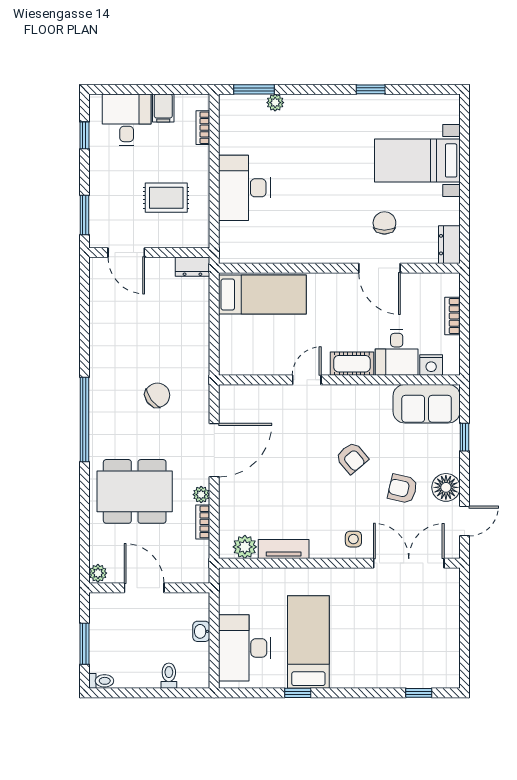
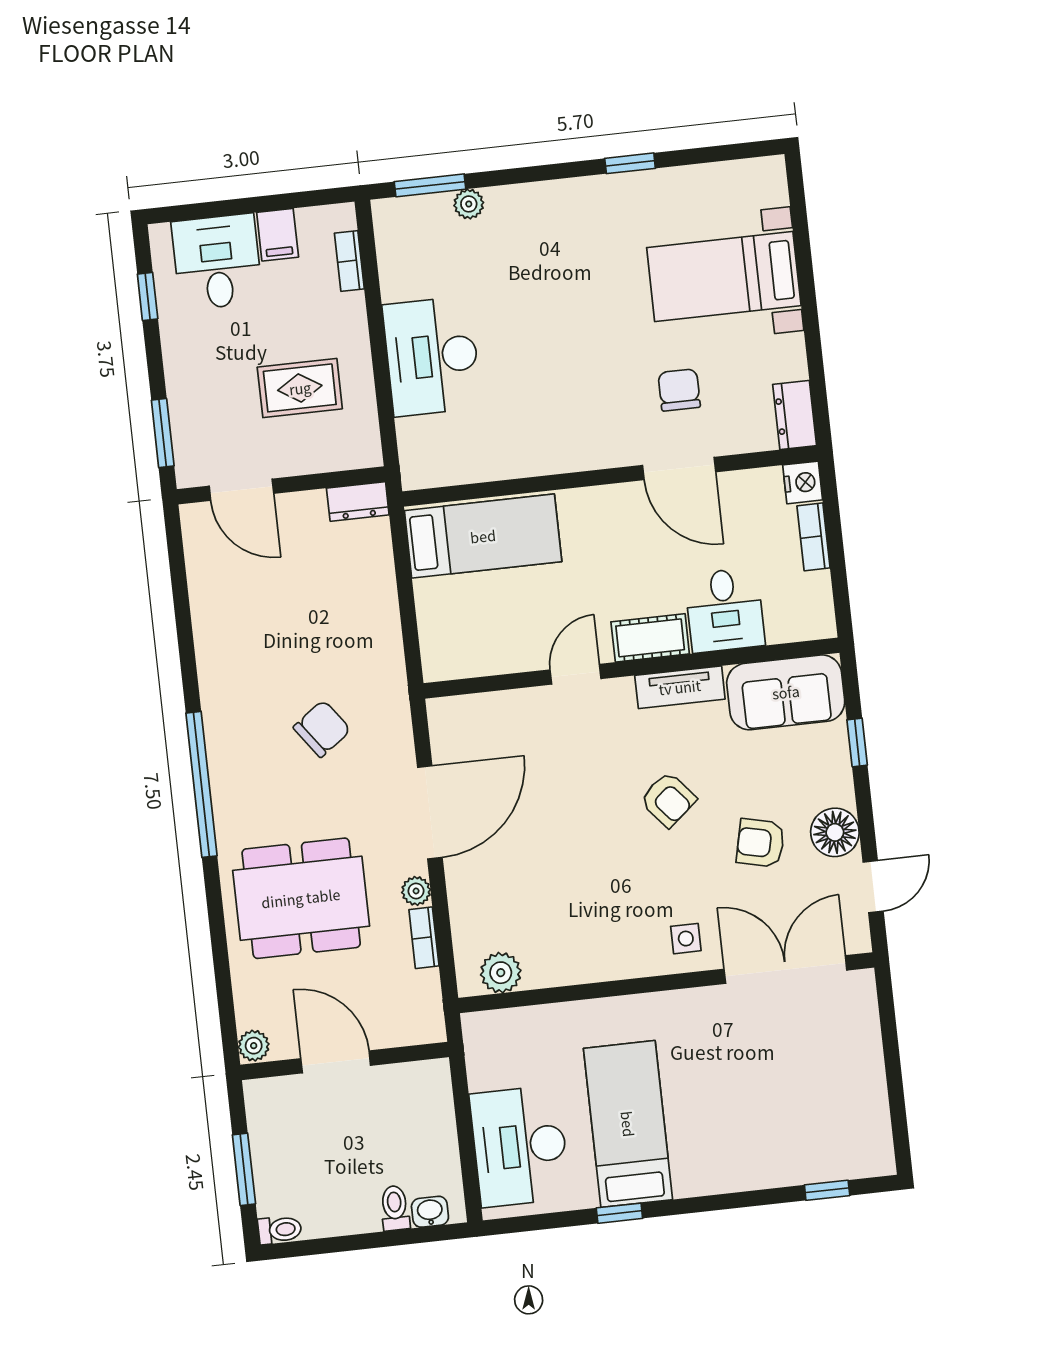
nightstand: (431, 365) -> (803, 482), moved, turned -90
tv unit: (284, 549) -> (680, 687), moved, turned 180
washbasin: (201, 631) -> (430, 1212), moved, turned 90

